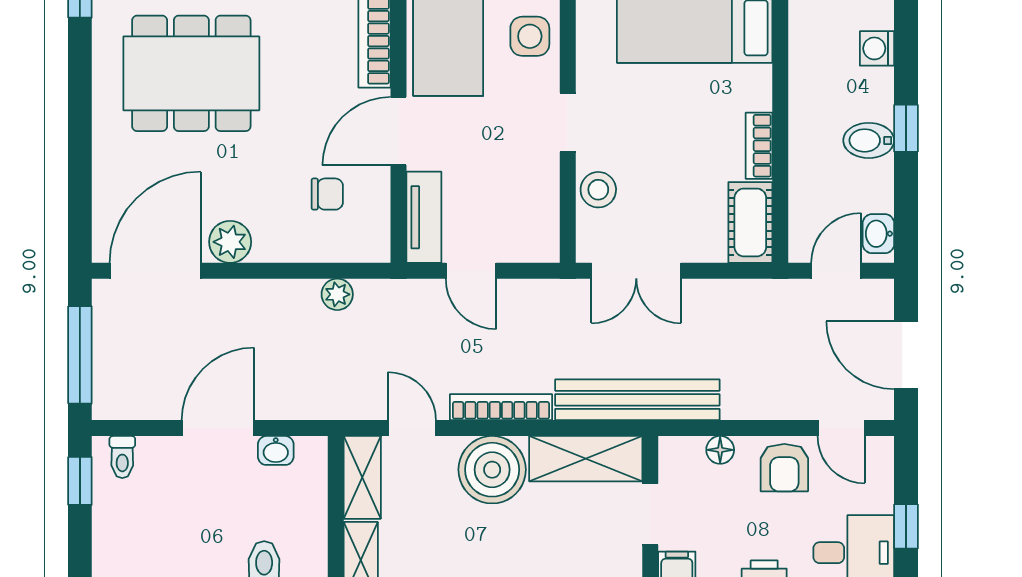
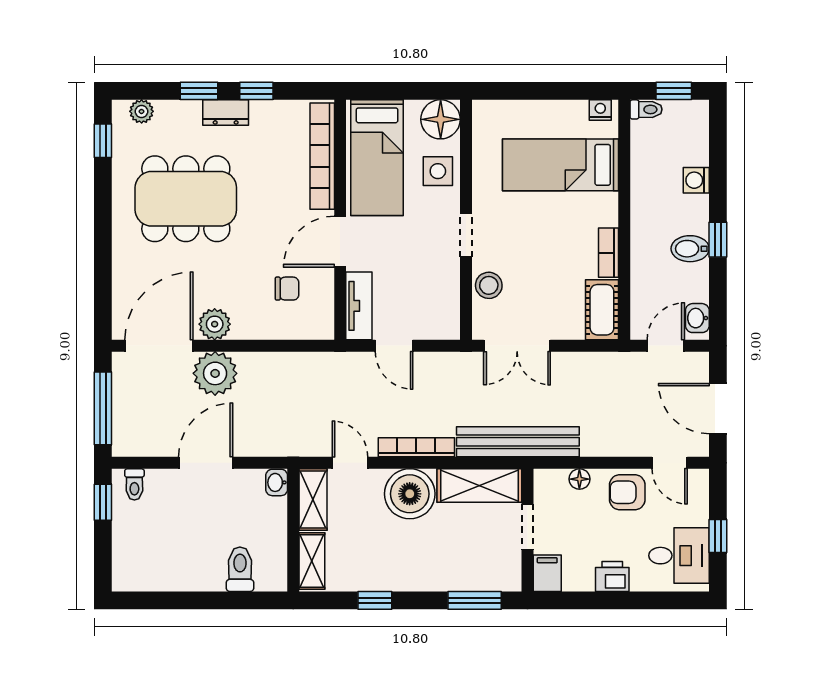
plant: (337, 294) -> (215, 373), moved, width x1.88, depth x1.88
washbasin: (276, 450) -> (277, 482), moved, turned 90
armchair: (784, 468) -> (627, 492), turned 90

